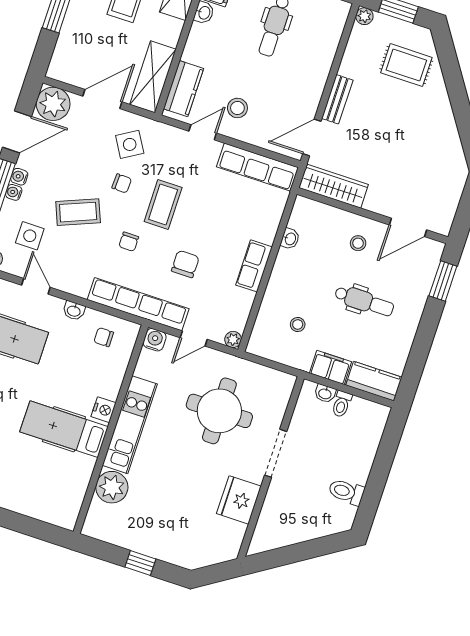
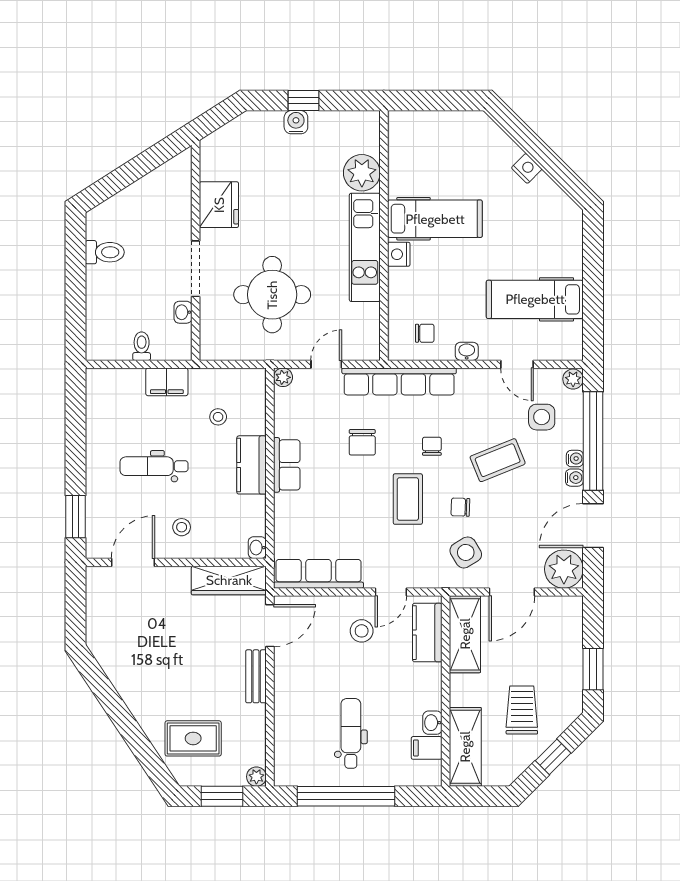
washbasin: (290, 239) -> (257, 548), moved
water cooler: (155, 340) -> (296, 122), moved, turned 180
kitchen counter: (374, 381) -> (252, 465), moved, turned 90
washbasin: (325, 394) -> (183, 312), moved, turned -90

